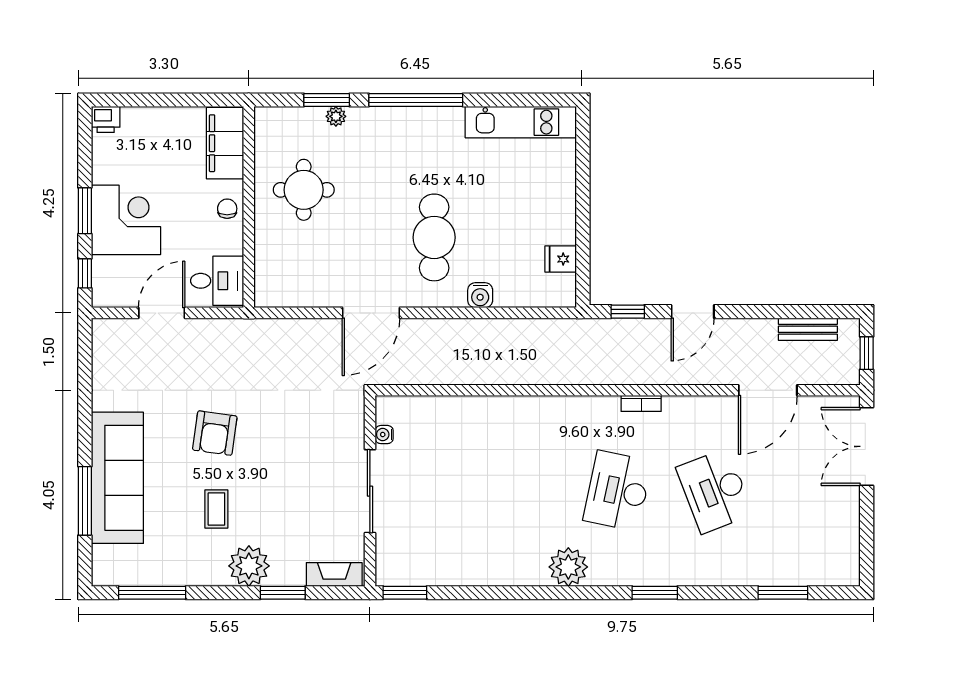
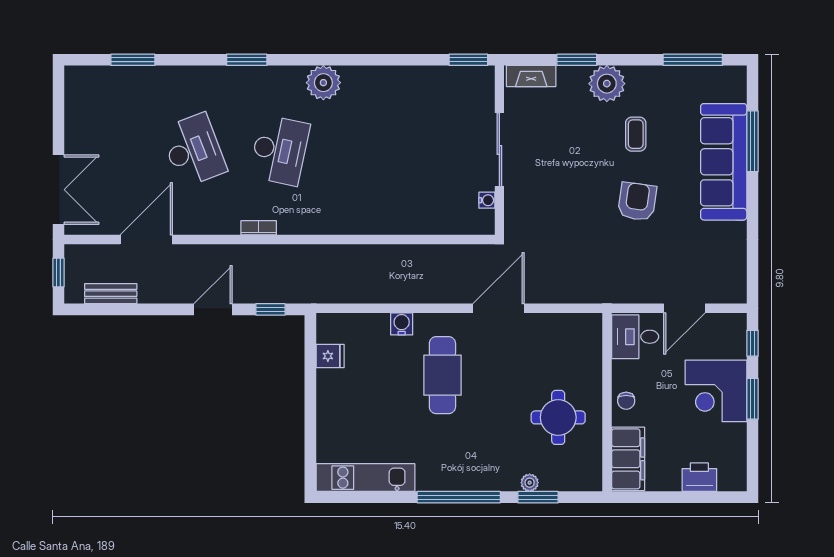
printer: (106, 119) -> (699, 477), moved, width x1.36, depth x1.24

